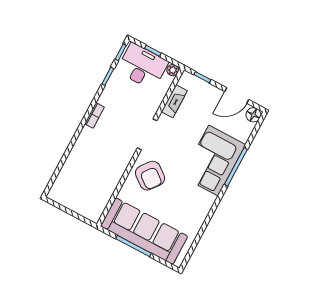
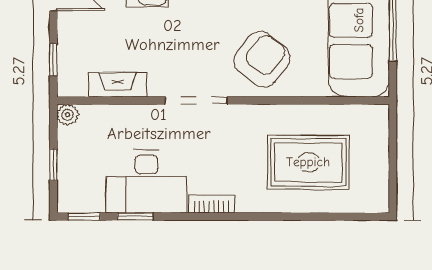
desk: (142, 66) -> (146, 182), moved, turned -90
rug: (90, 172) -> (308, 162), added

